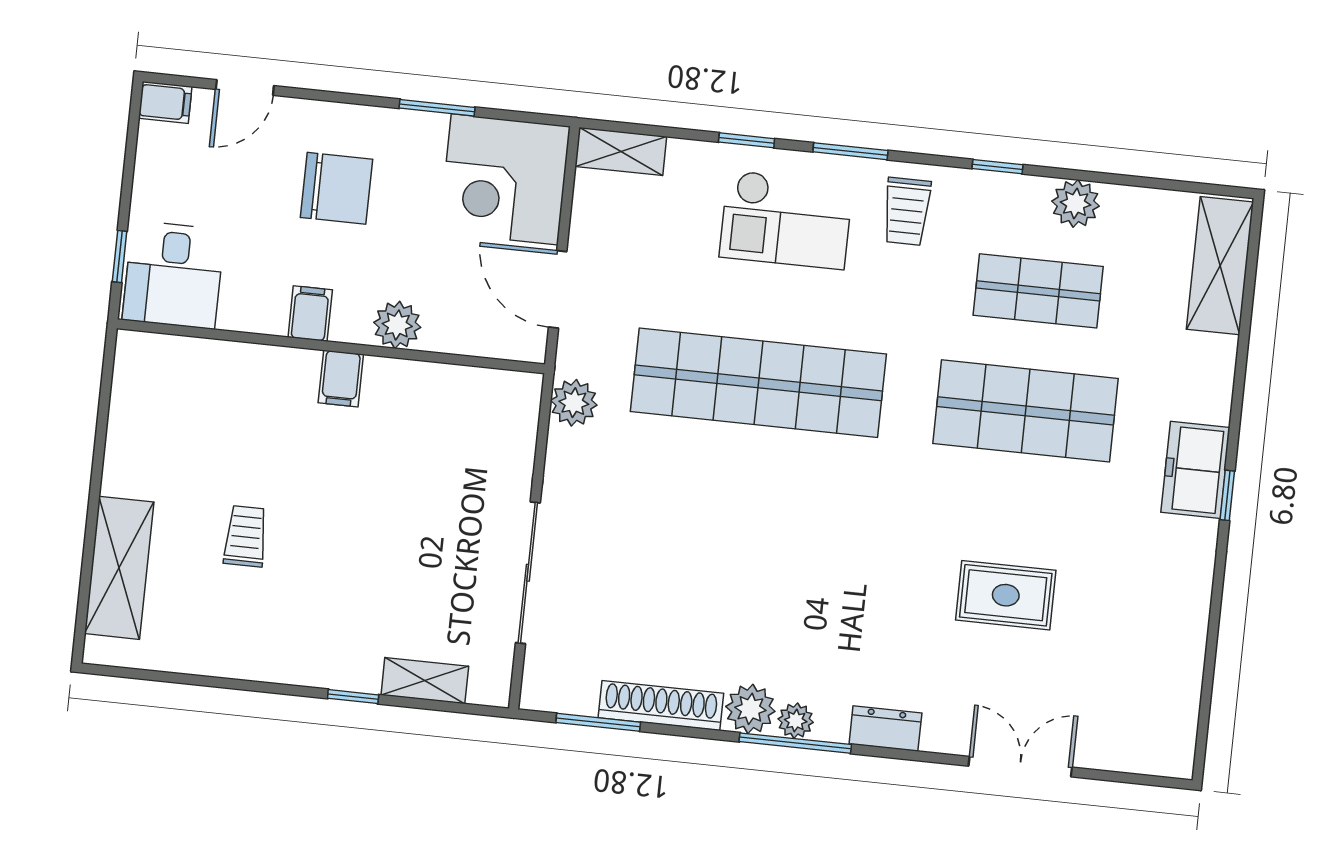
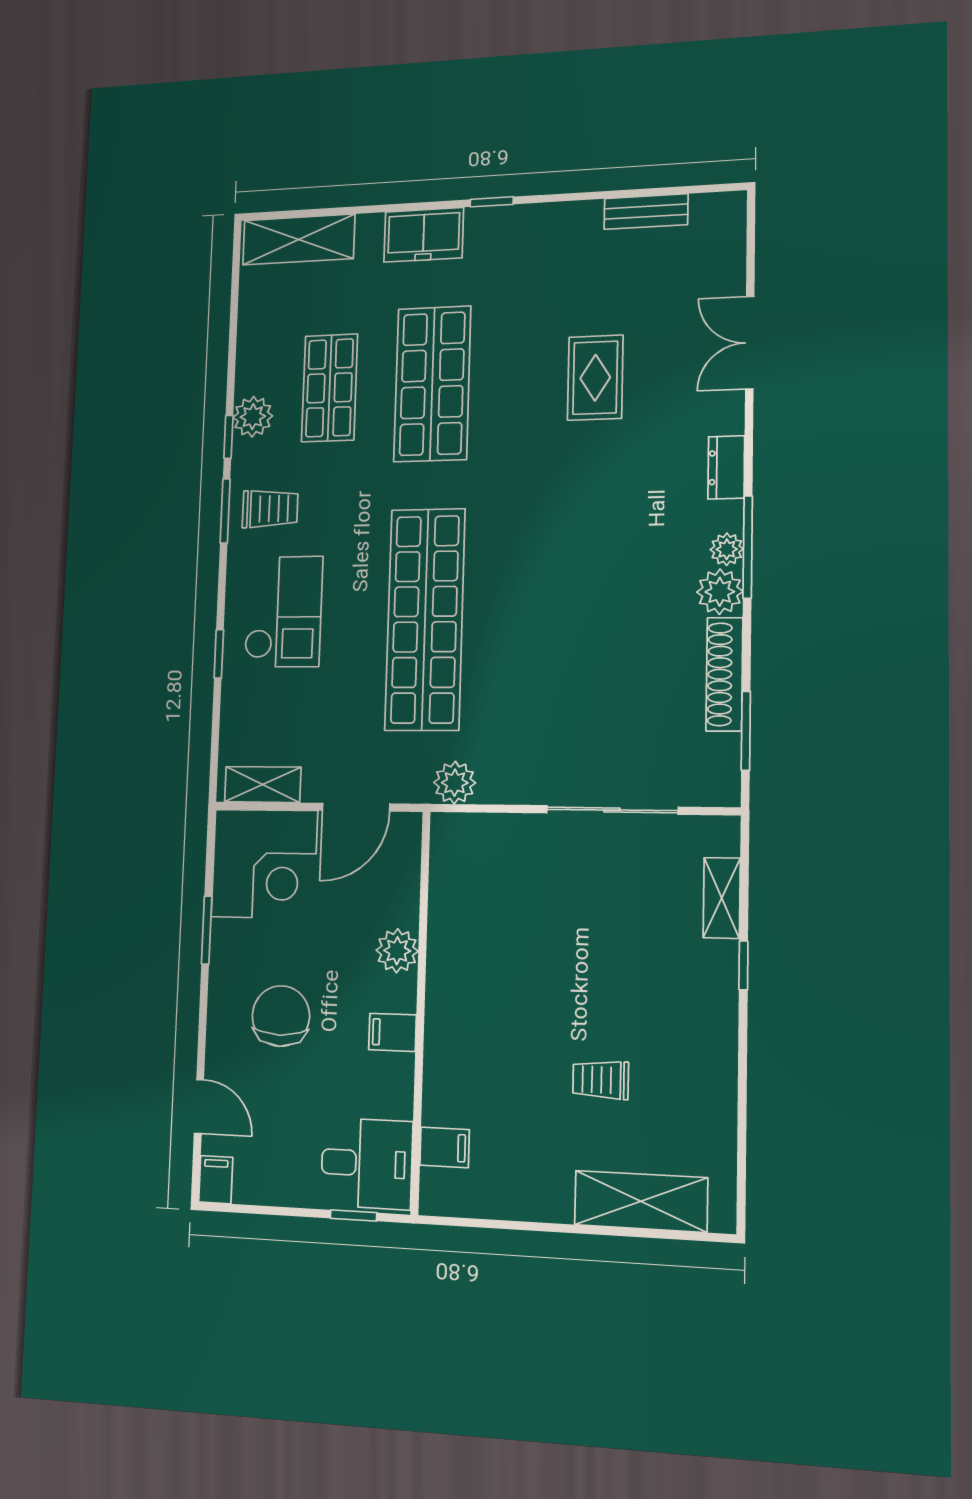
shelving: (621, 151) -> (263, 784), moved, turned 90
window: (850, 151) -> (225, 511), moved
plant: (1076, 204) -> (253, 417), moved
filing cabinet: (341, 379) -> (445, 1147), moved
freezer: (1195, 470) -> (424, 235), moved
bench: (1187, 668) -> (646, 212), added

